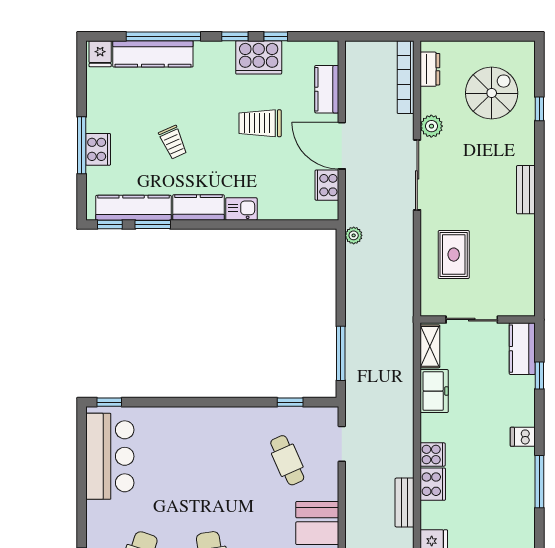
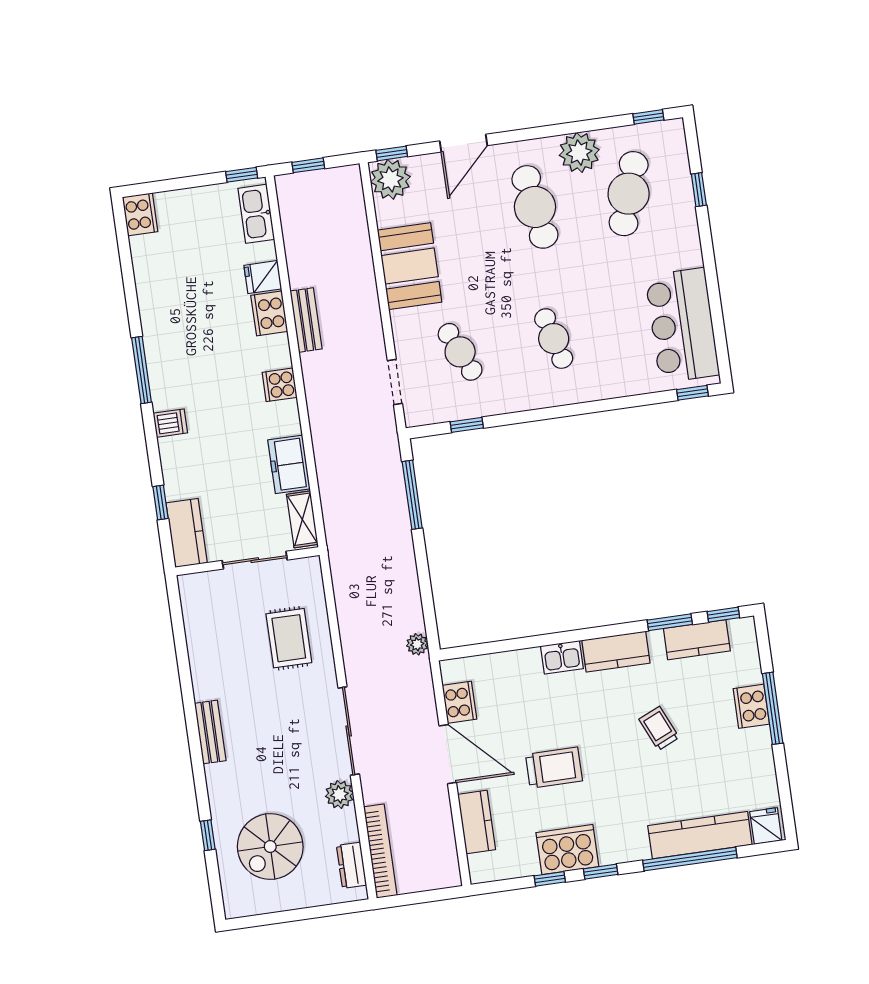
kitchen counter: (133, 208) -> (697, 640), width x0.67
cafe table: (212, 460) -> (554, 339), added
cooker: (433, 484) -> (269, 313), moved

